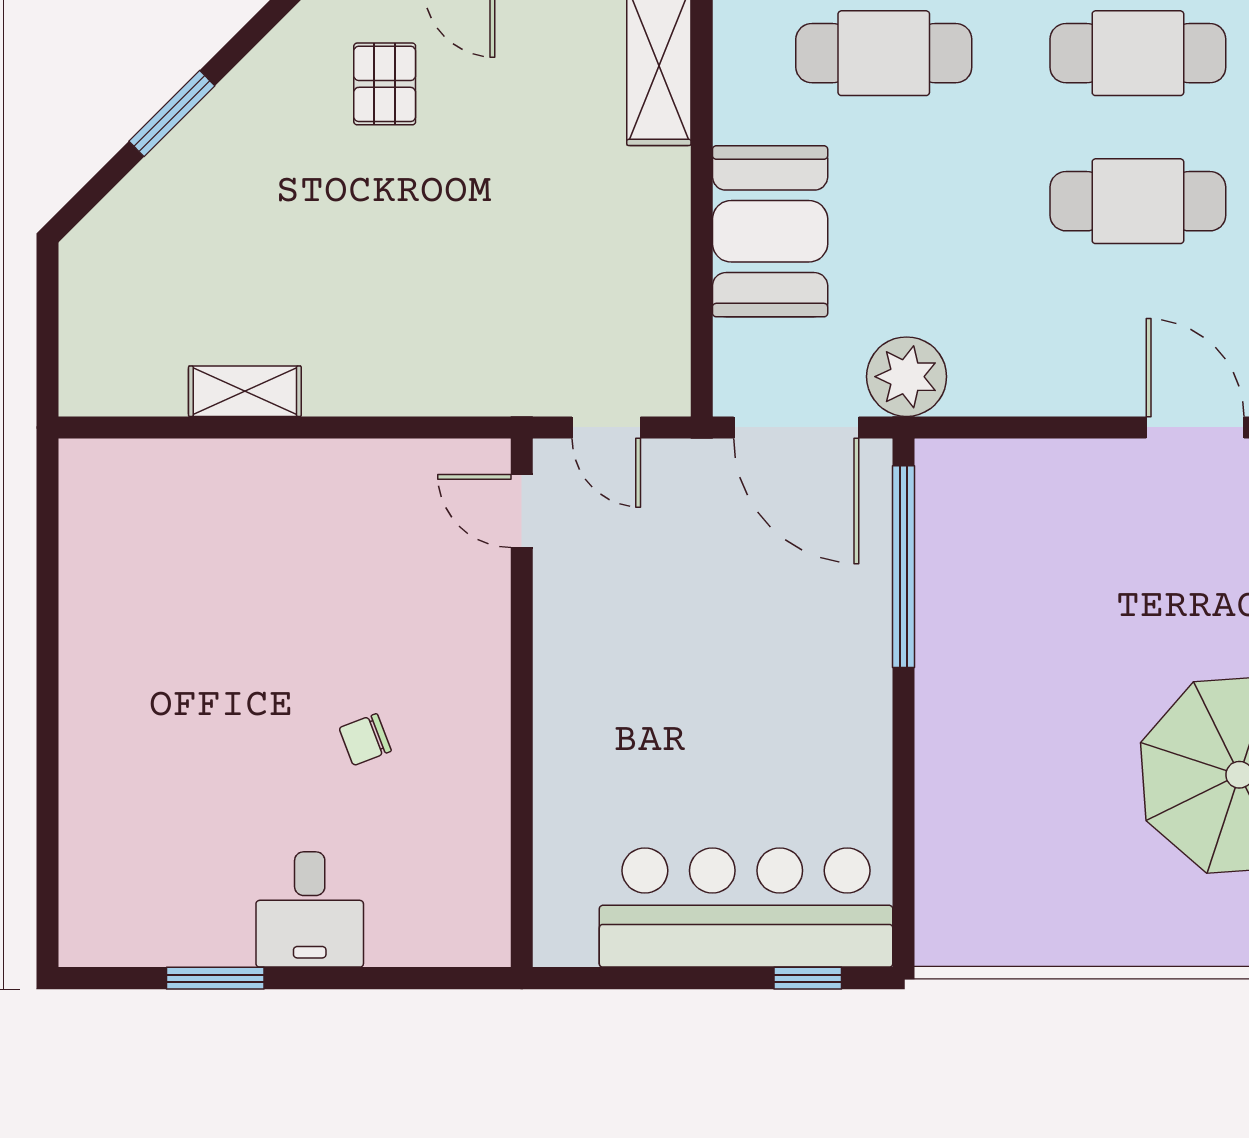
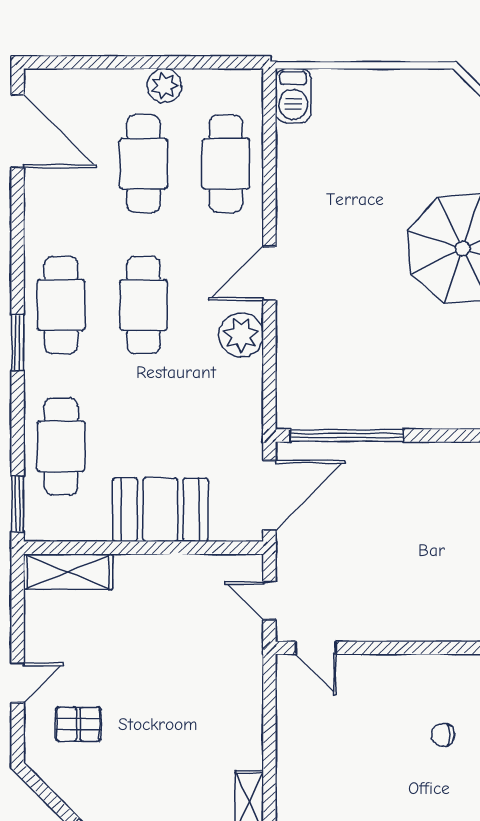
plant: (907, 377) -> (241, 335), moved
door: (606, 427) -> (269, 601), swing flipped
door: (522, 511) -> (316, 648), hinge flipped
chair: (365, 739) -> (443, 735), turned 111

